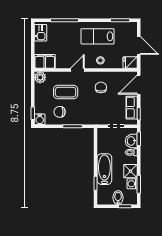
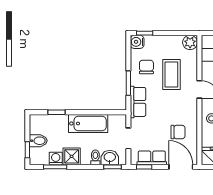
chair: (101, 87) -> (178, 132), moved
row of seats: (87, 119) -> (138, 102), added
bathtub: (104, 169) -> (88, 124), moved

